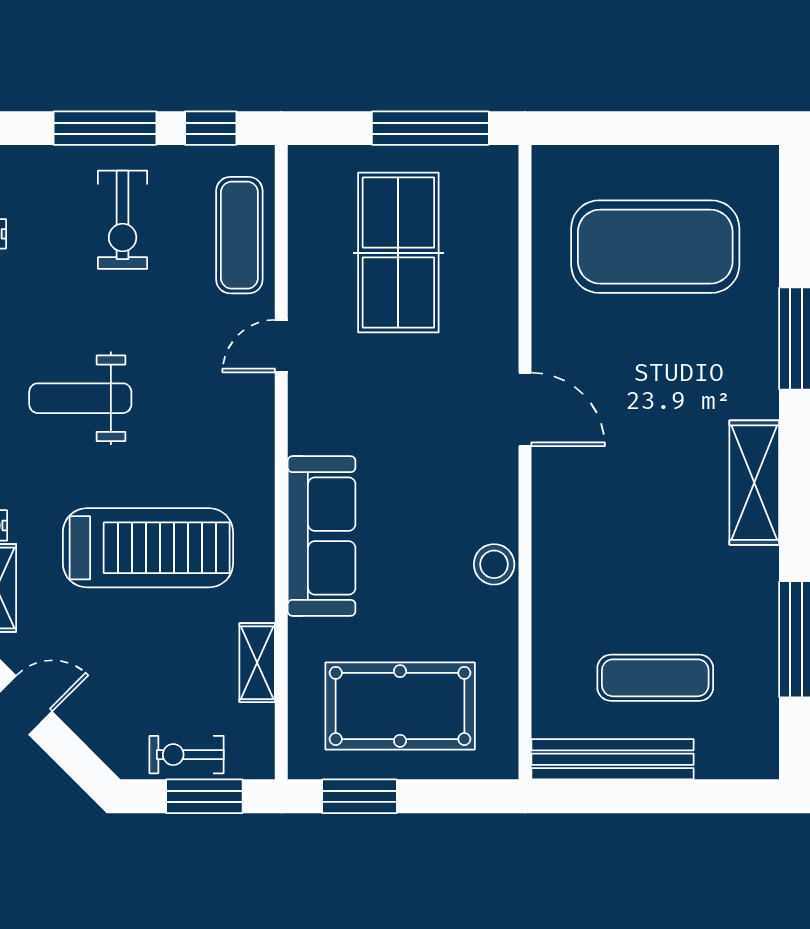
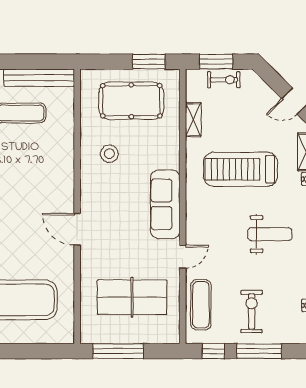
table tennis table: (398, 253) -> (132, 297), turned 90
sofa: (322, 536) -> (165, 204), moved
stool: (494, 564) -> (109, 154), moved

